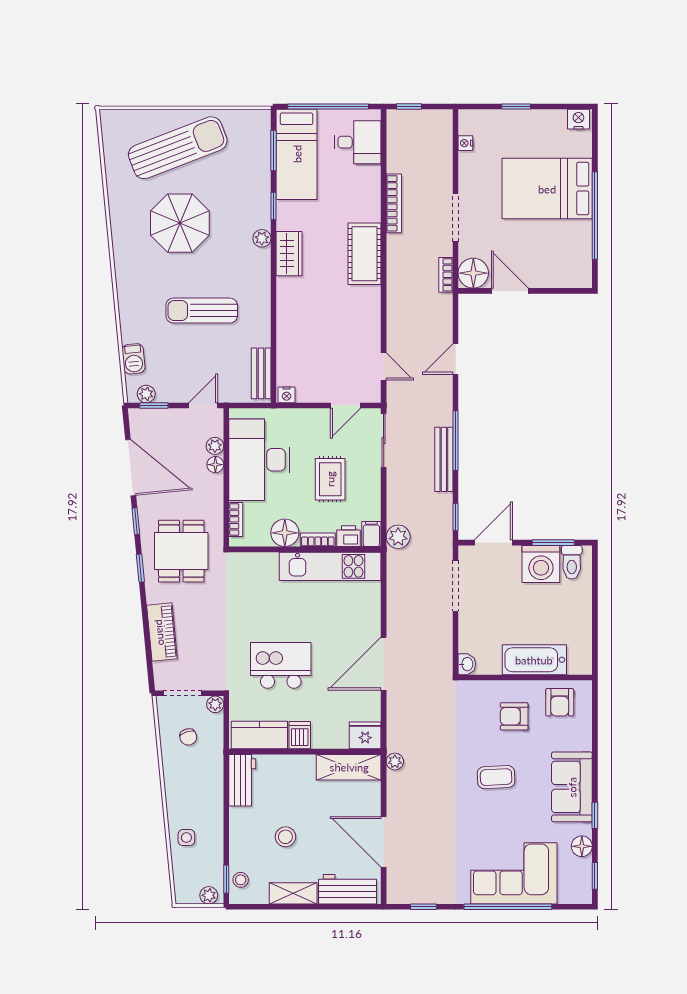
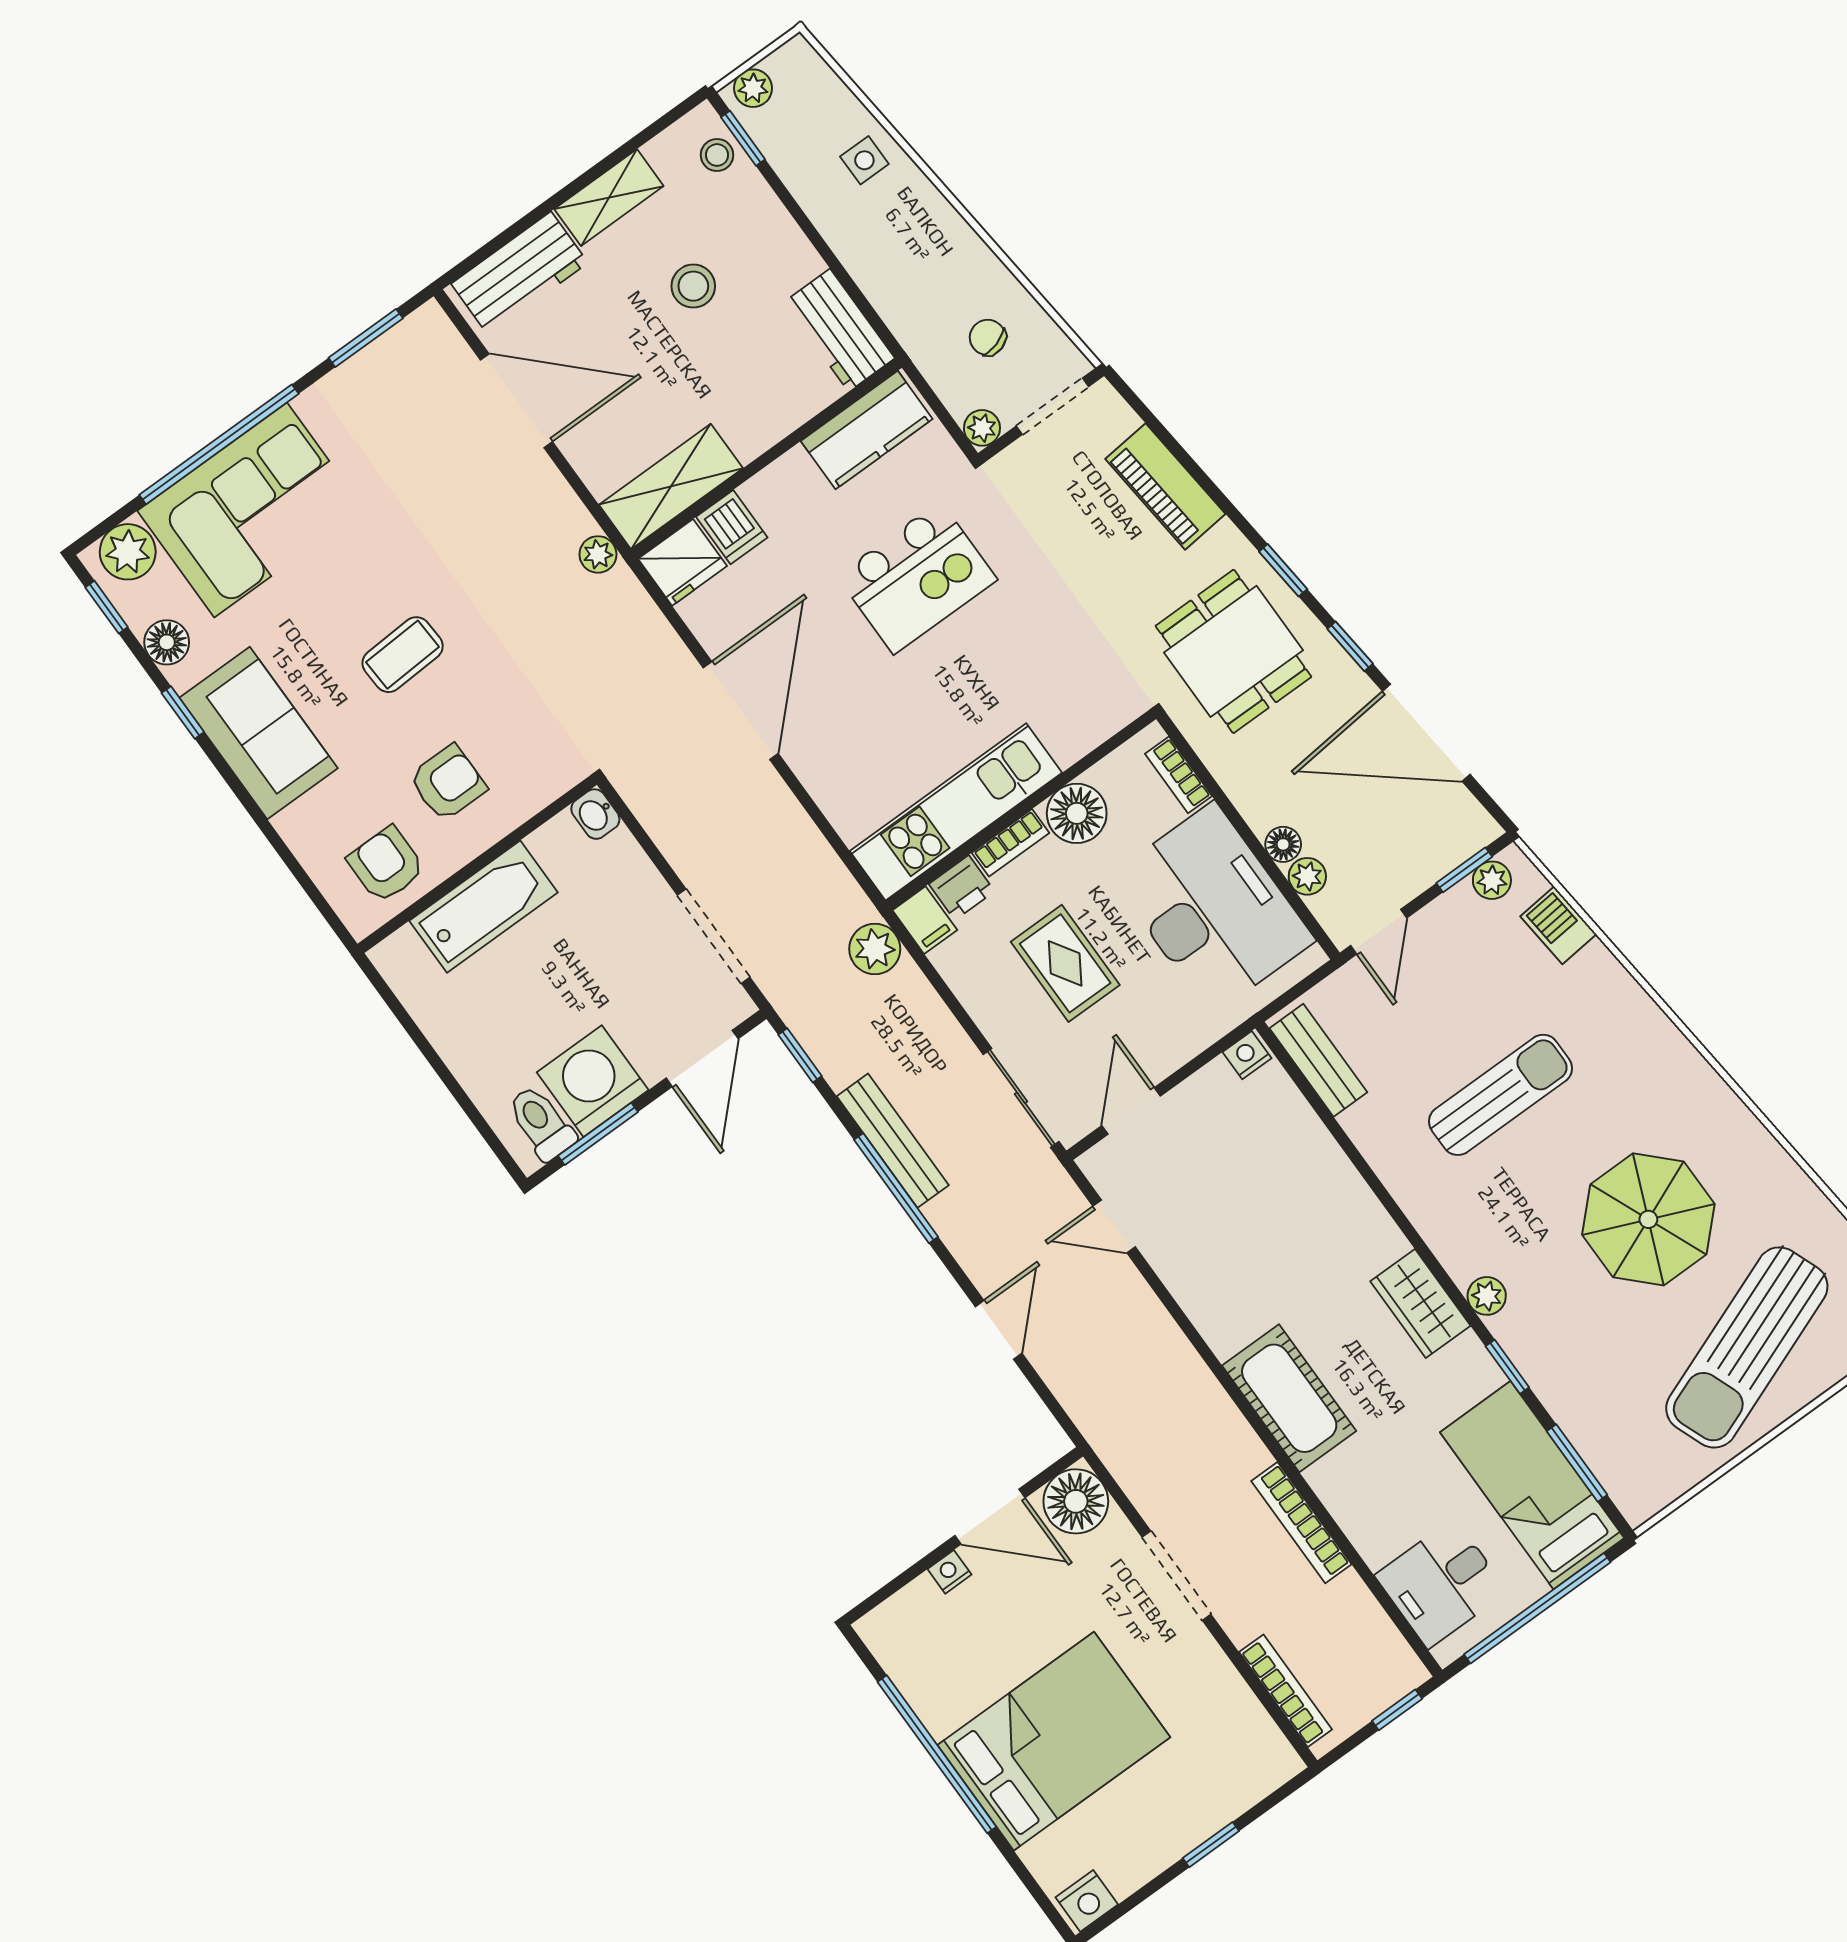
nightstand: (465, 143) -> (950, 1572), moved, turned -90
bookcase: (446, 275) -> (1286, 1691), moved, width x1.56
dishwasher: (300, 735) -> (732, 527), moved
plant: (572, 891) -> (128, 552), added
window: (423, 907) -> (366, 338), width x1.50

